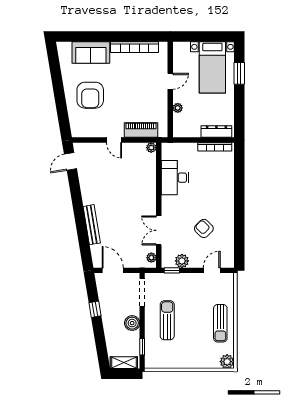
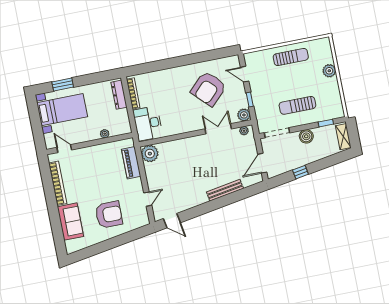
door: (170, 81) -> (64, 149), moved
door: (114, 140) -> (148, 199), moved
plant: (151, 148) -> (150, 154), width x1.88, depth x1.88
desk: (175, 178) -> (148, 123), moved, turned 90
armchair: (204, 228) -> (208, 89), width x1.88, depth x1.88
double door: (159, 230) -> (218, 129), swing flipped
plant: (182, 261) -> (244, 115), moved
window: (172, 270) -> (250, 100), moved
plant: (227, 362) -> (329, 71), moved

